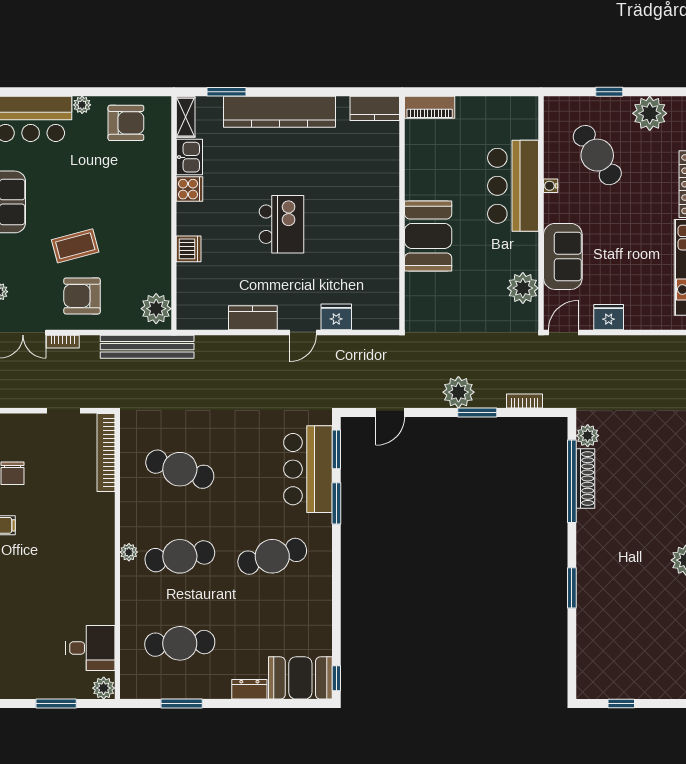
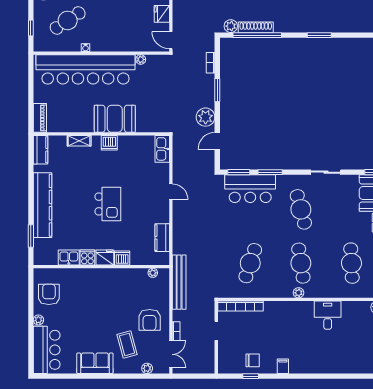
window: (609, 92) -> (31, 28), moved
shelving: (186, 117) -> (79, 141), moved
bar counter: (513, 186) -> (86, 69), width x1.86
kitchen island: (281, 224) -> (108, 204), turned 90
dishwasher: (387, 227) -> (109, 143), added
coffee table: (75, 246) -> (127, 344), moved
sofa: (563, 256) -> (127, 40), removed
plant: (523, 288) -> (141, 59), width x0.53, depth x0.53
plant: (156, 309) -> (153, 273), width x0.53, depth x0.53
fridge: (336, 317) -> (105, 257), moved, turned 90
kitchen counter: (253, 318) -> (162, 238), moved
kitchen sink: (376, 318) -> (162, 149), added
plant: (458, 392) -> (206, 117), moved
door: (390, 412) -> (217, 141), swing flipped
sliding door: (336, 599) -> (326, 172), added
desk: (90, 648) -> (328, 315), moved

